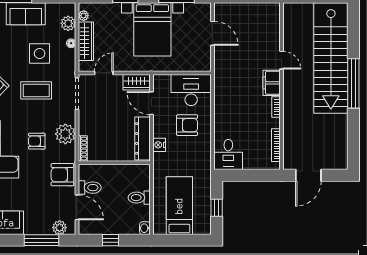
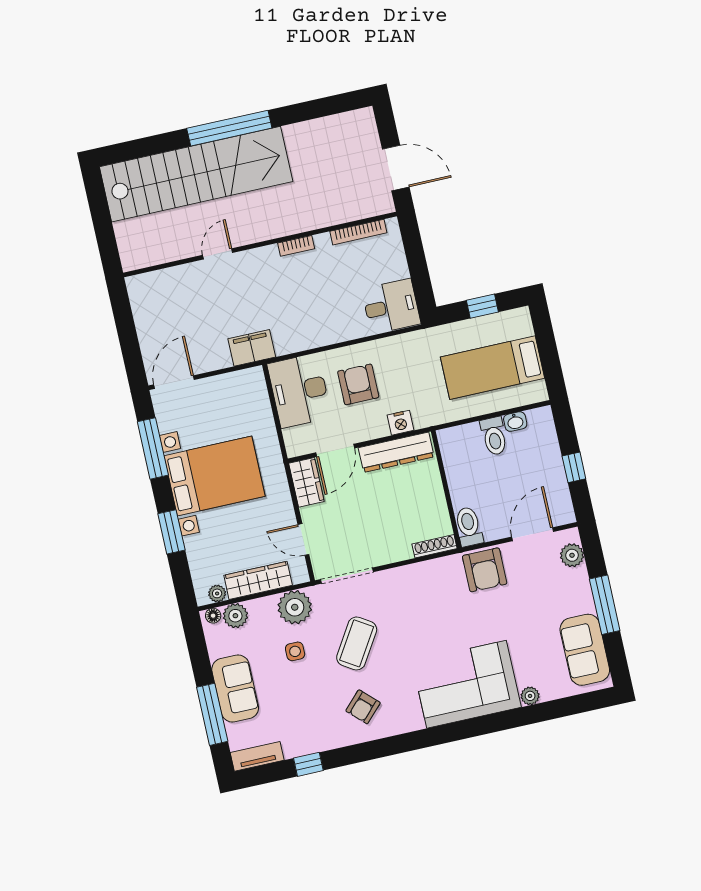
door: (212, 33) -> (174, 382), moved
floor lamp: (71, 43) -> (213, 616), moved
side table: (40, 53) -> (295, 651), width x0.54, depth x0.54
filing cabinet: (272, 83) -> (252, 348), moved, turned 180
coffee table: (36, 90) -> (357, 643), turned 32
plant: (65, 134) -> (295, 607), moved
armchair: (37, 141) -> (439, 624), removed
toilet: (90, 188) -> (469, 527), moved
washbasin: (145, 228) -> (515, 422), moved
window: (42, 240) -> (605, 605), moved

